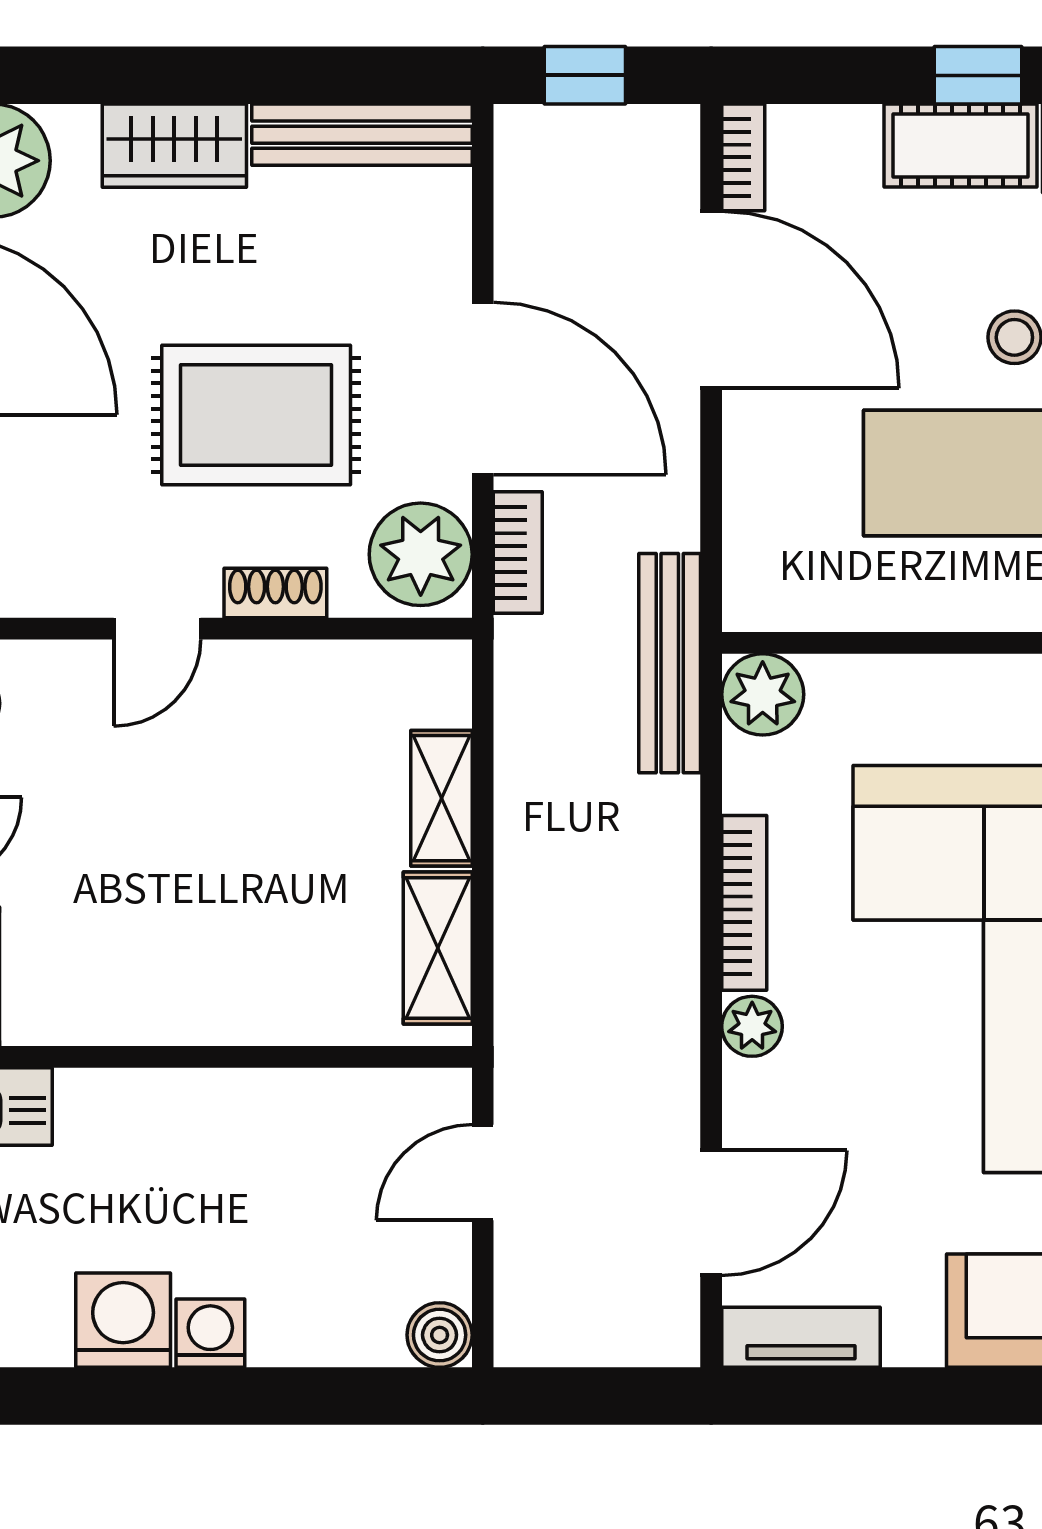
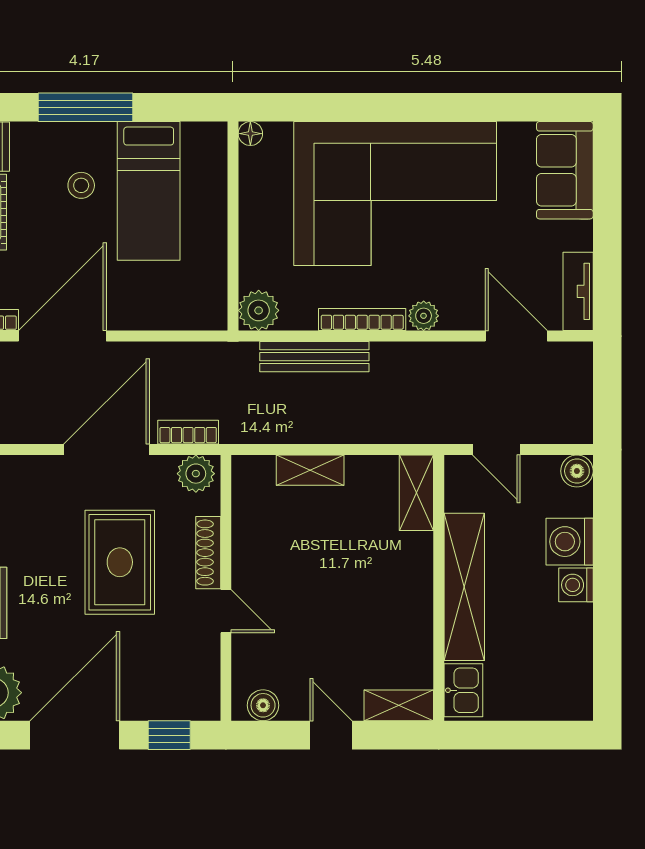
plant: (421, 554) -> (196, 474), width x0.73, depth x0.73
shoe rack: (275, 593) -> (208, 553), width x1.43
bench: (670, 663) -> (314, 357), moved
shelving: (438, 948) -> (416, 493), moved, turned 90
shelving: (206, 1108) -> (464, 587), added
washing machine: (123, 1320) -> (570, 542), moved

